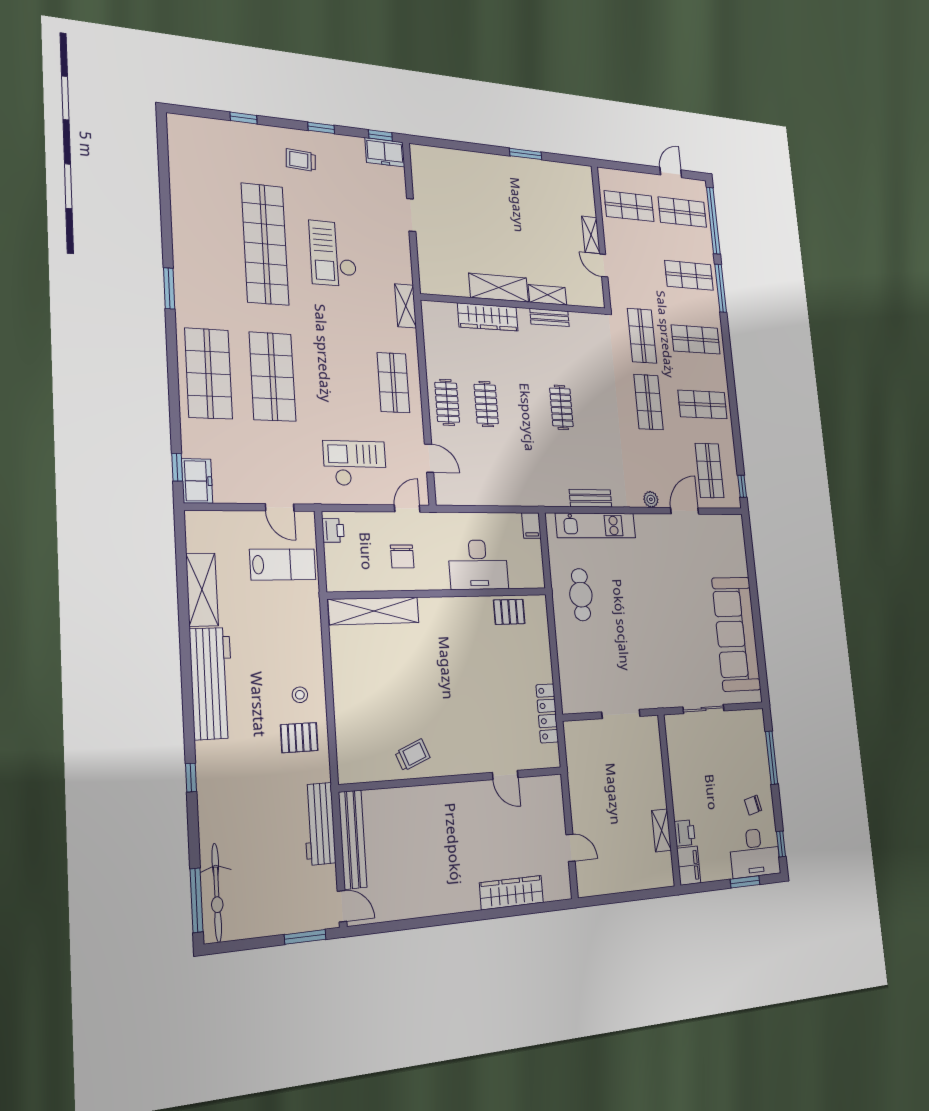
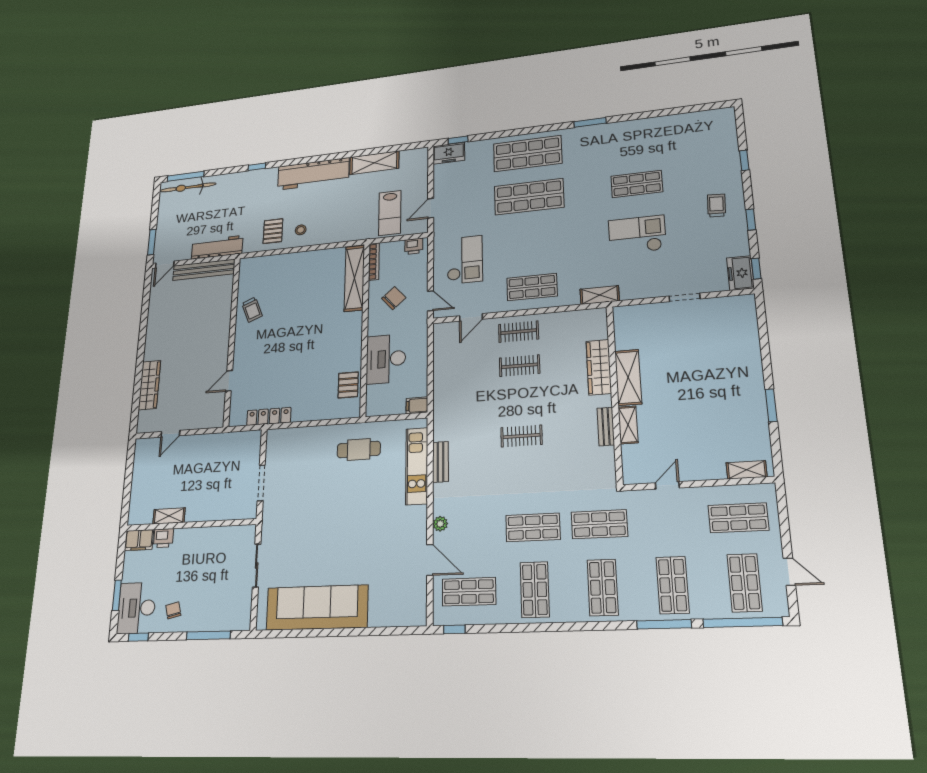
shop shelf: (629, 206) -> (738, 518), turned 90
shelving: (591, 235) -> (747, 470), moved
shop shelf: (265, 244) -> (637, 184), width x0.50, depth x0.74
chair: (402, 556) -> (394, 298), turned 139
bookcase: (352, 585) -> (374, 262), added

